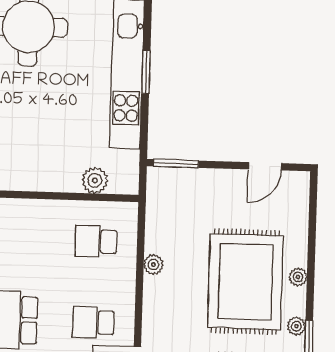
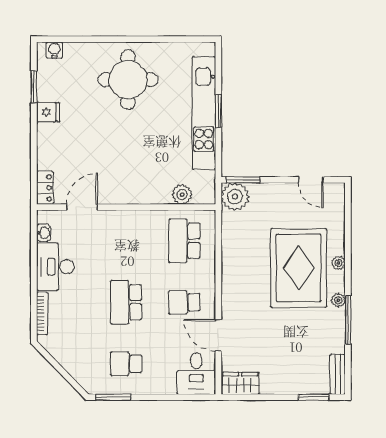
door: (265, 166) -> (311, 180), hinge flipped
school desk: (96, 241) -> (184, 241), width x1.85
plant: (153, 264) -> (235, 197), moved, width x1.88, depth x1.88

